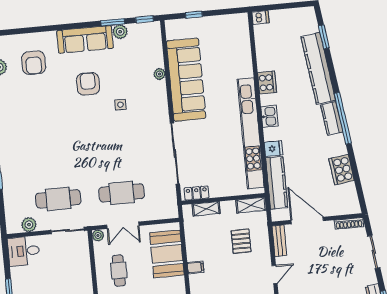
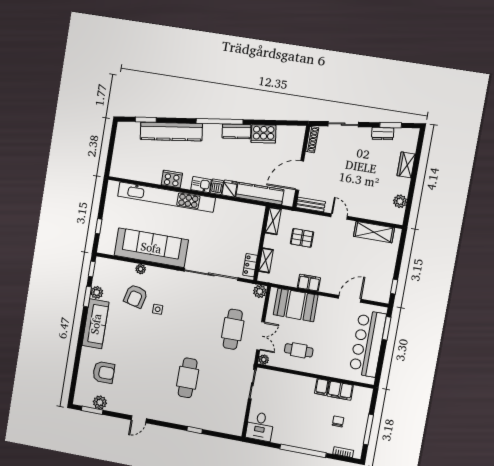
dishwasher: (260, 17) -> (217, 187), moved
armchair: (88, 84) -> (136, 296), moved, turned -76
kitchen counter: (332, 118) -> (236, 131), moved
kitchen unit: (251, 133) -> (166, 197), moved
cafe table: (58, 199) -> (188, 378), moved
plant: (29, 225) -> (260, 291), moved
filing cabinet: (196, 267) -> (309, 283), width x2.00

